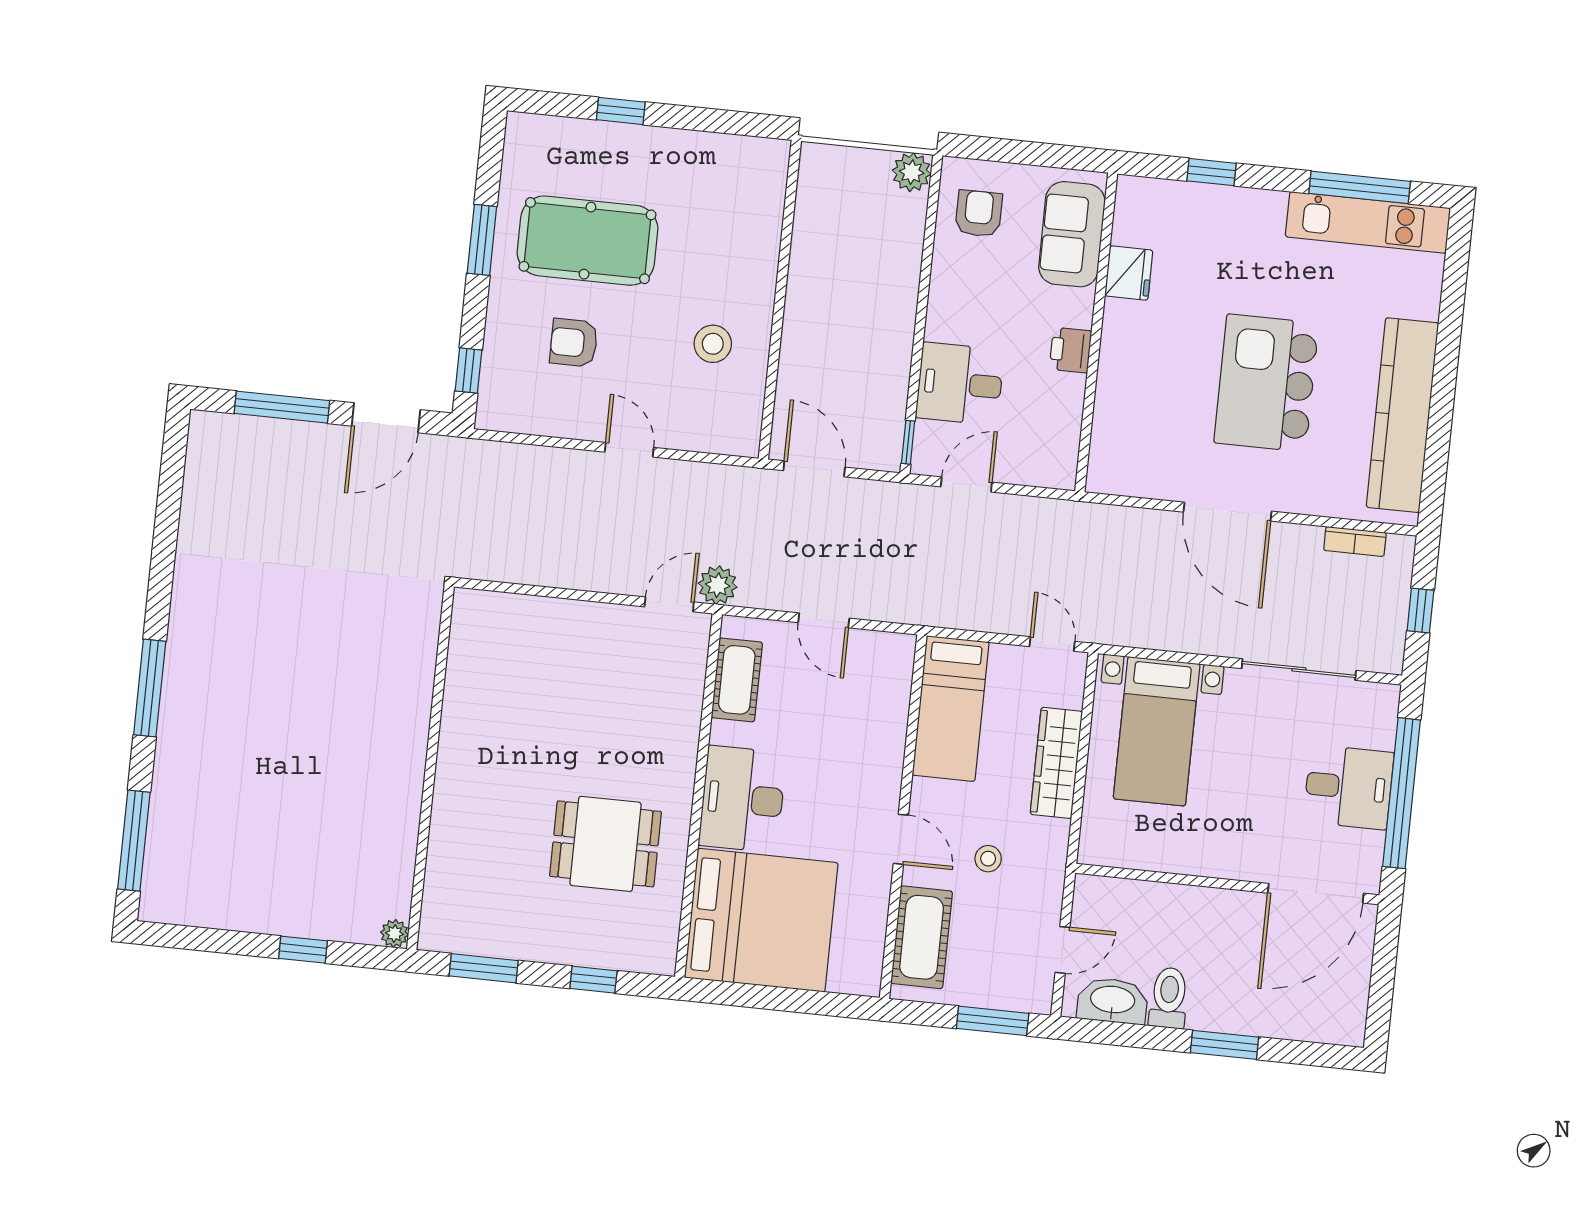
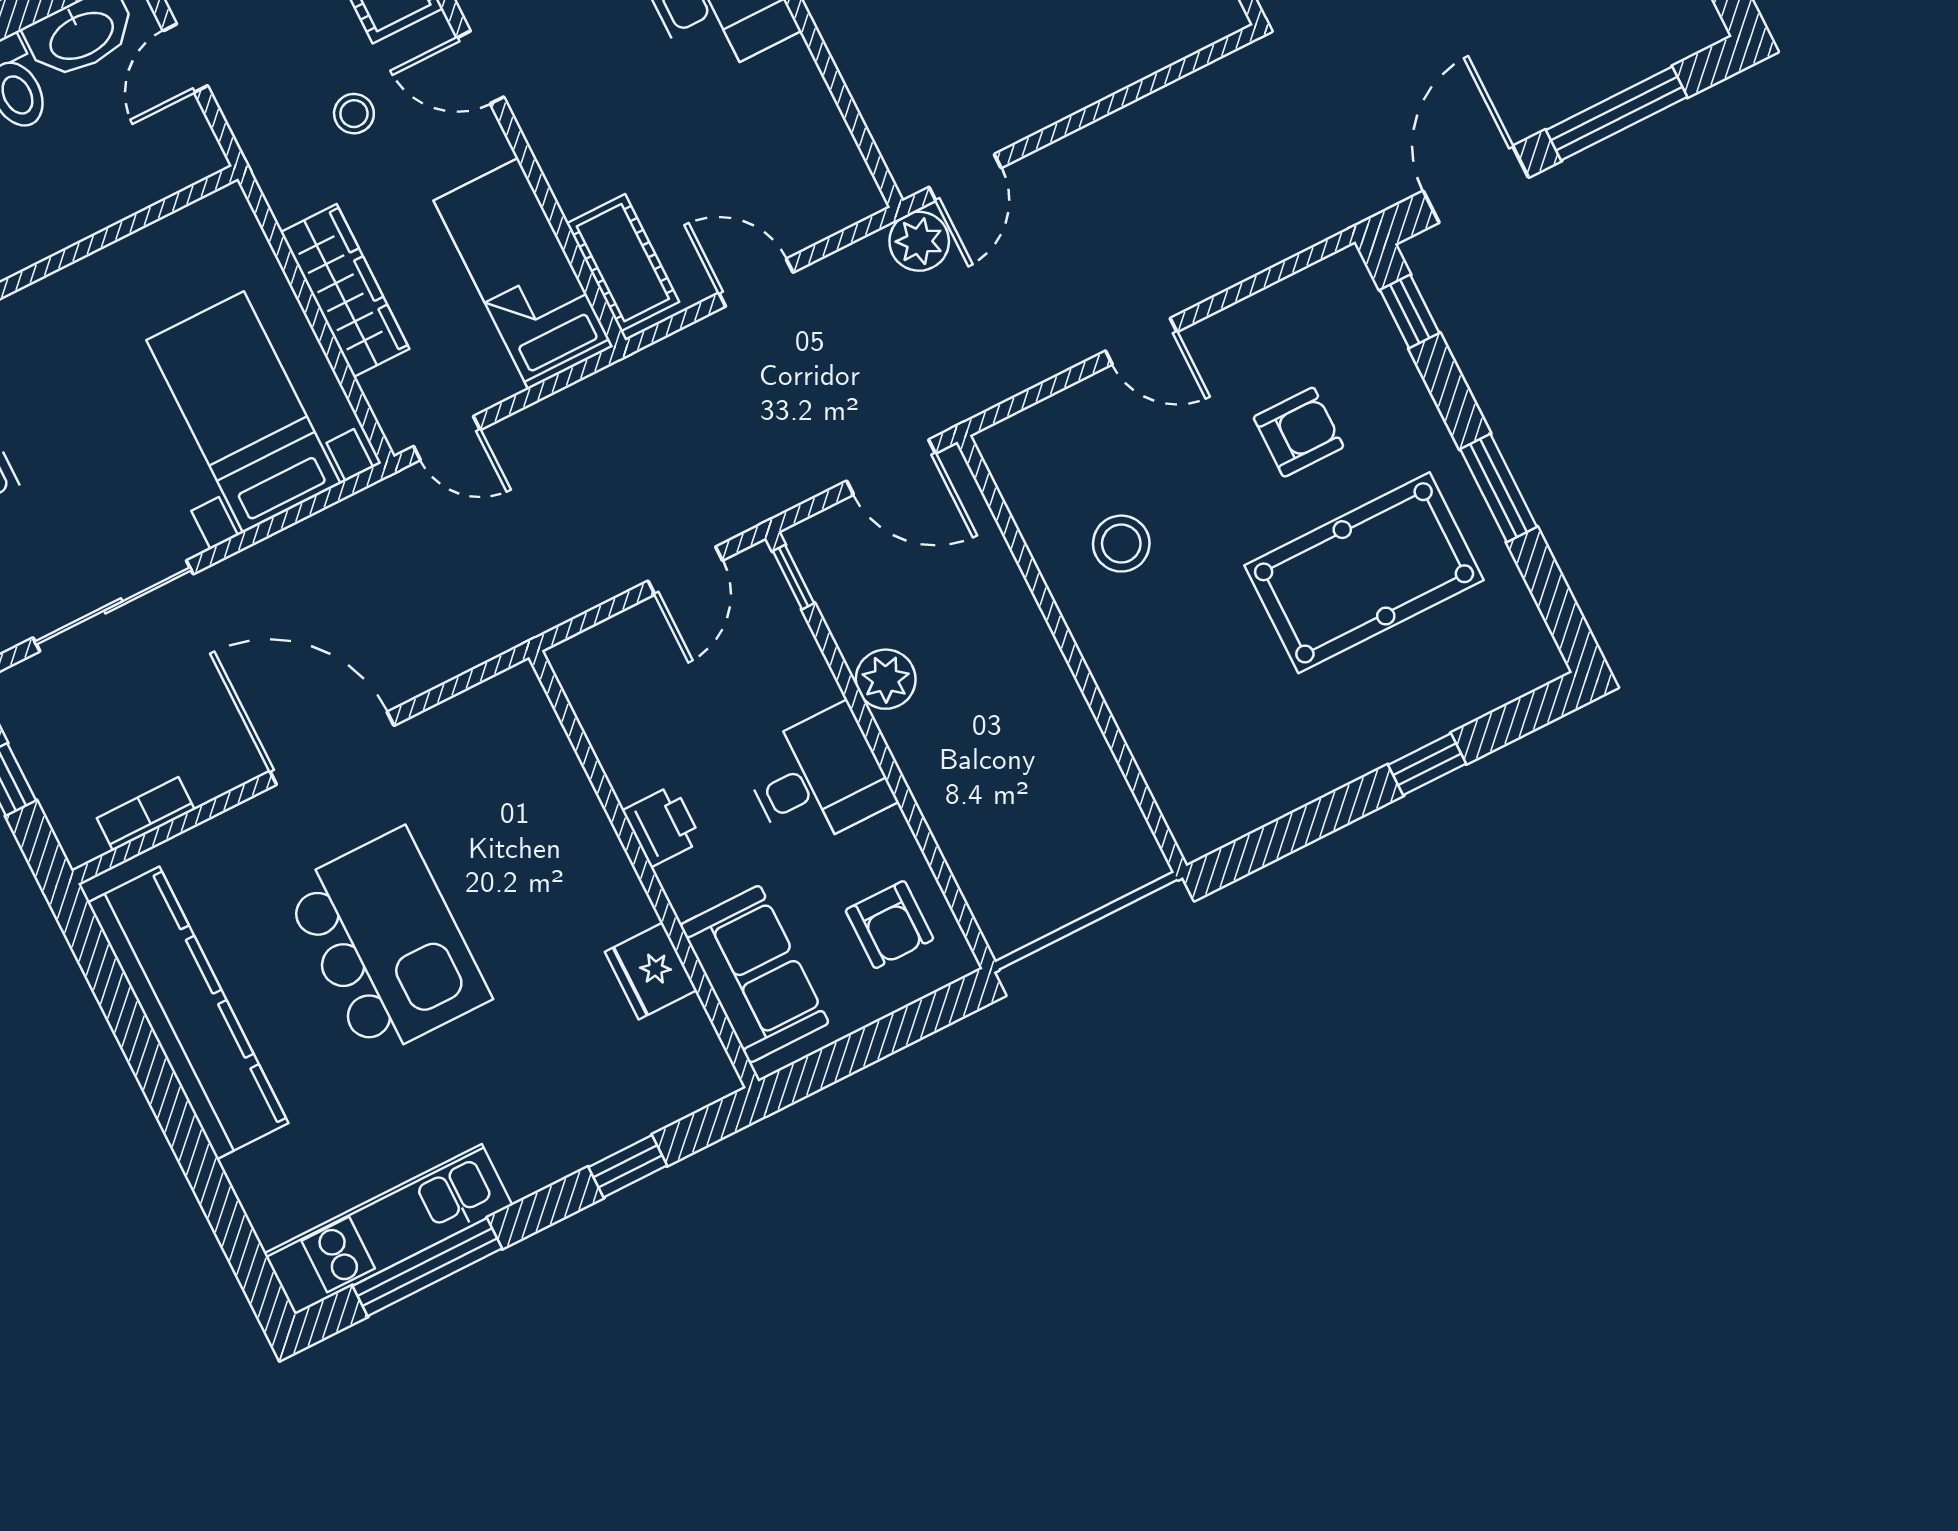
plant: (912, 172) -> (886, 679), moved
desk: (960, 384) -> (818, 778), moved
cot: (737, 680) -> (623, 263), moved

